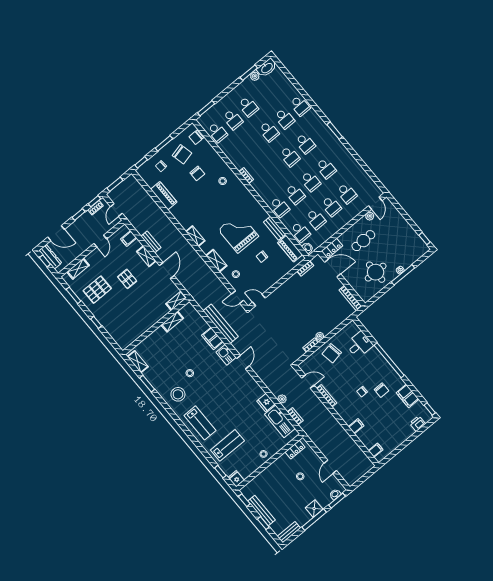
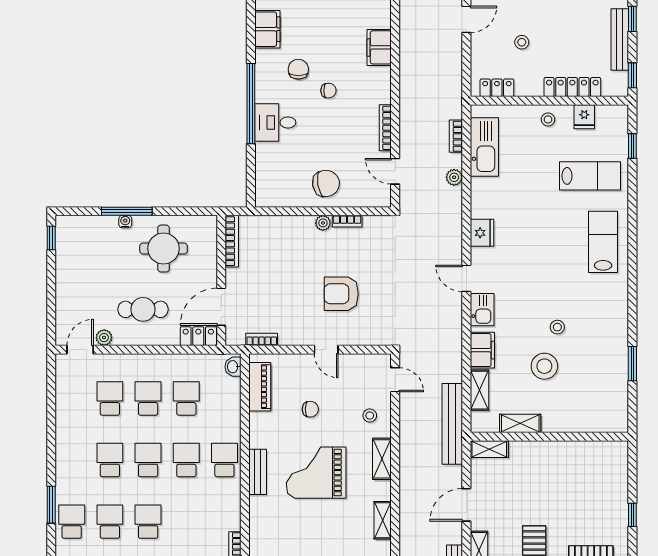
bench: (275, 228) -> (258, 472), moved
school desk: (300, 232) -> (72, 522), moved
grand piano: (238, 233) -> (316, 473), turned 90
door: (333, 268) -> (221, 307), hinge flipped
door: (259, 300) -> (326, 350), moved
armchair: (288, 314) -> (341, 294), added
bench: (221, 324) -> (452, 424), moved
desk: (359, 345) -> (275, 122), moved
shelving: (138, 362) -> (479, 390), moved
door: (243, 362) -> (466, 278), hinge flipped
stool: (178, 394) -> (544, 366), moved
fridge: (266, 403) -> (482, 233), moved
filing cabinet: (356, 426) -> (379, 47), width x2.00
lab bench: (227, 445) -> (590, 176), turned 180
locker: (265, 475) -> (572, 87), added
fridge: (236, 479) -> (584, 117), moved

